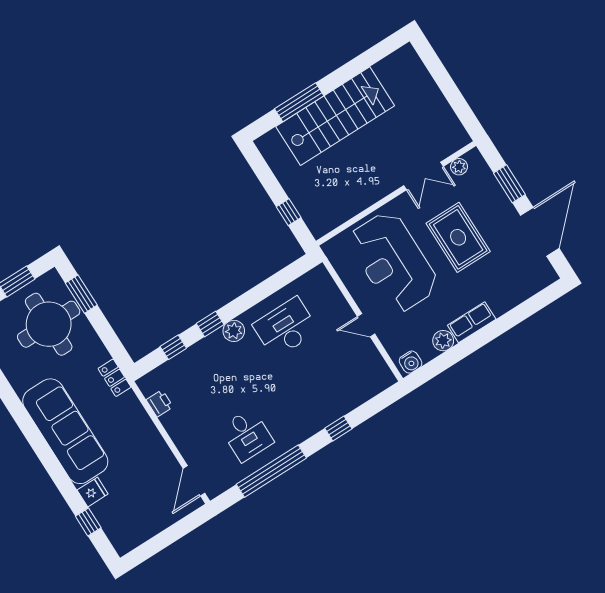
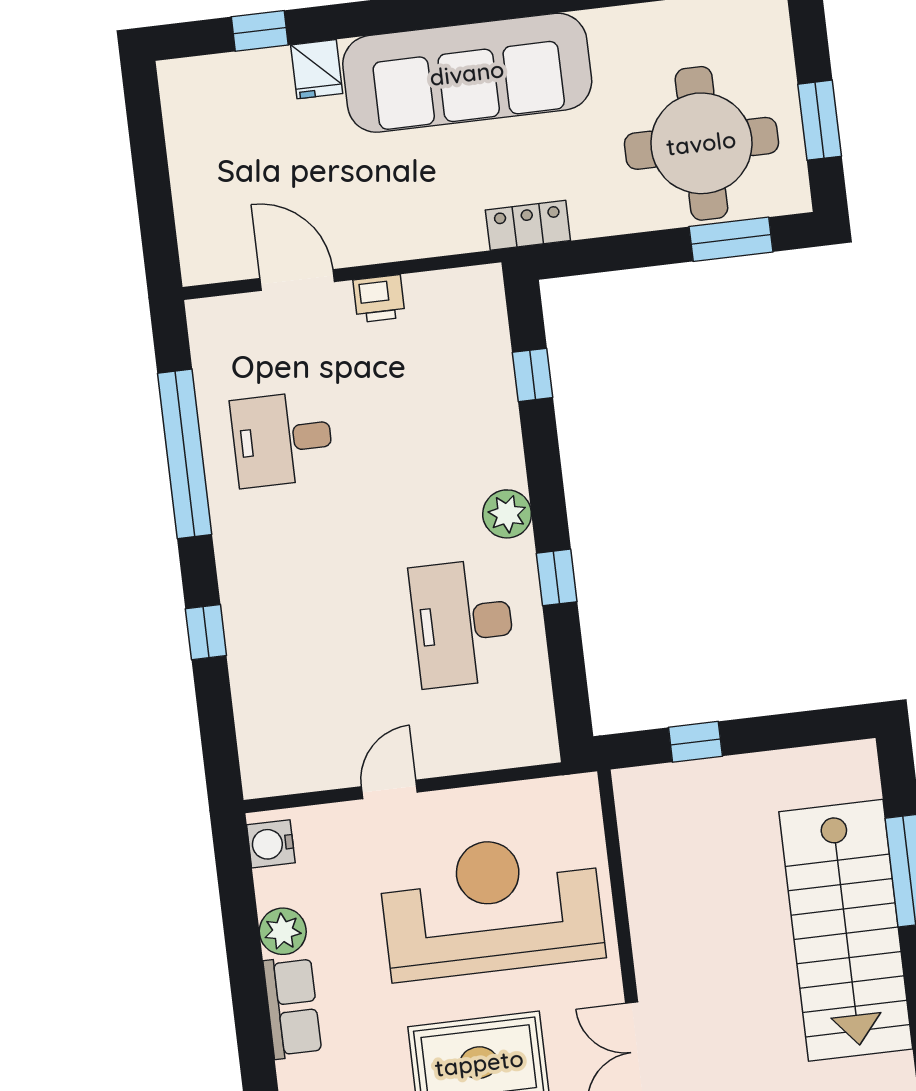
window: (210, 324) -> (557, 577), moved
desk: (286, 328) -> (463, 623), turned 180
printer: (160, 403) -> (379, 299), moved
door: (194, 481) -> (297, 280), moved

